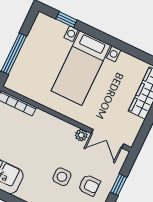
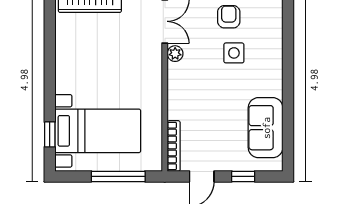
bed with nightstands: (81, 68) -> (98, 131), moved

